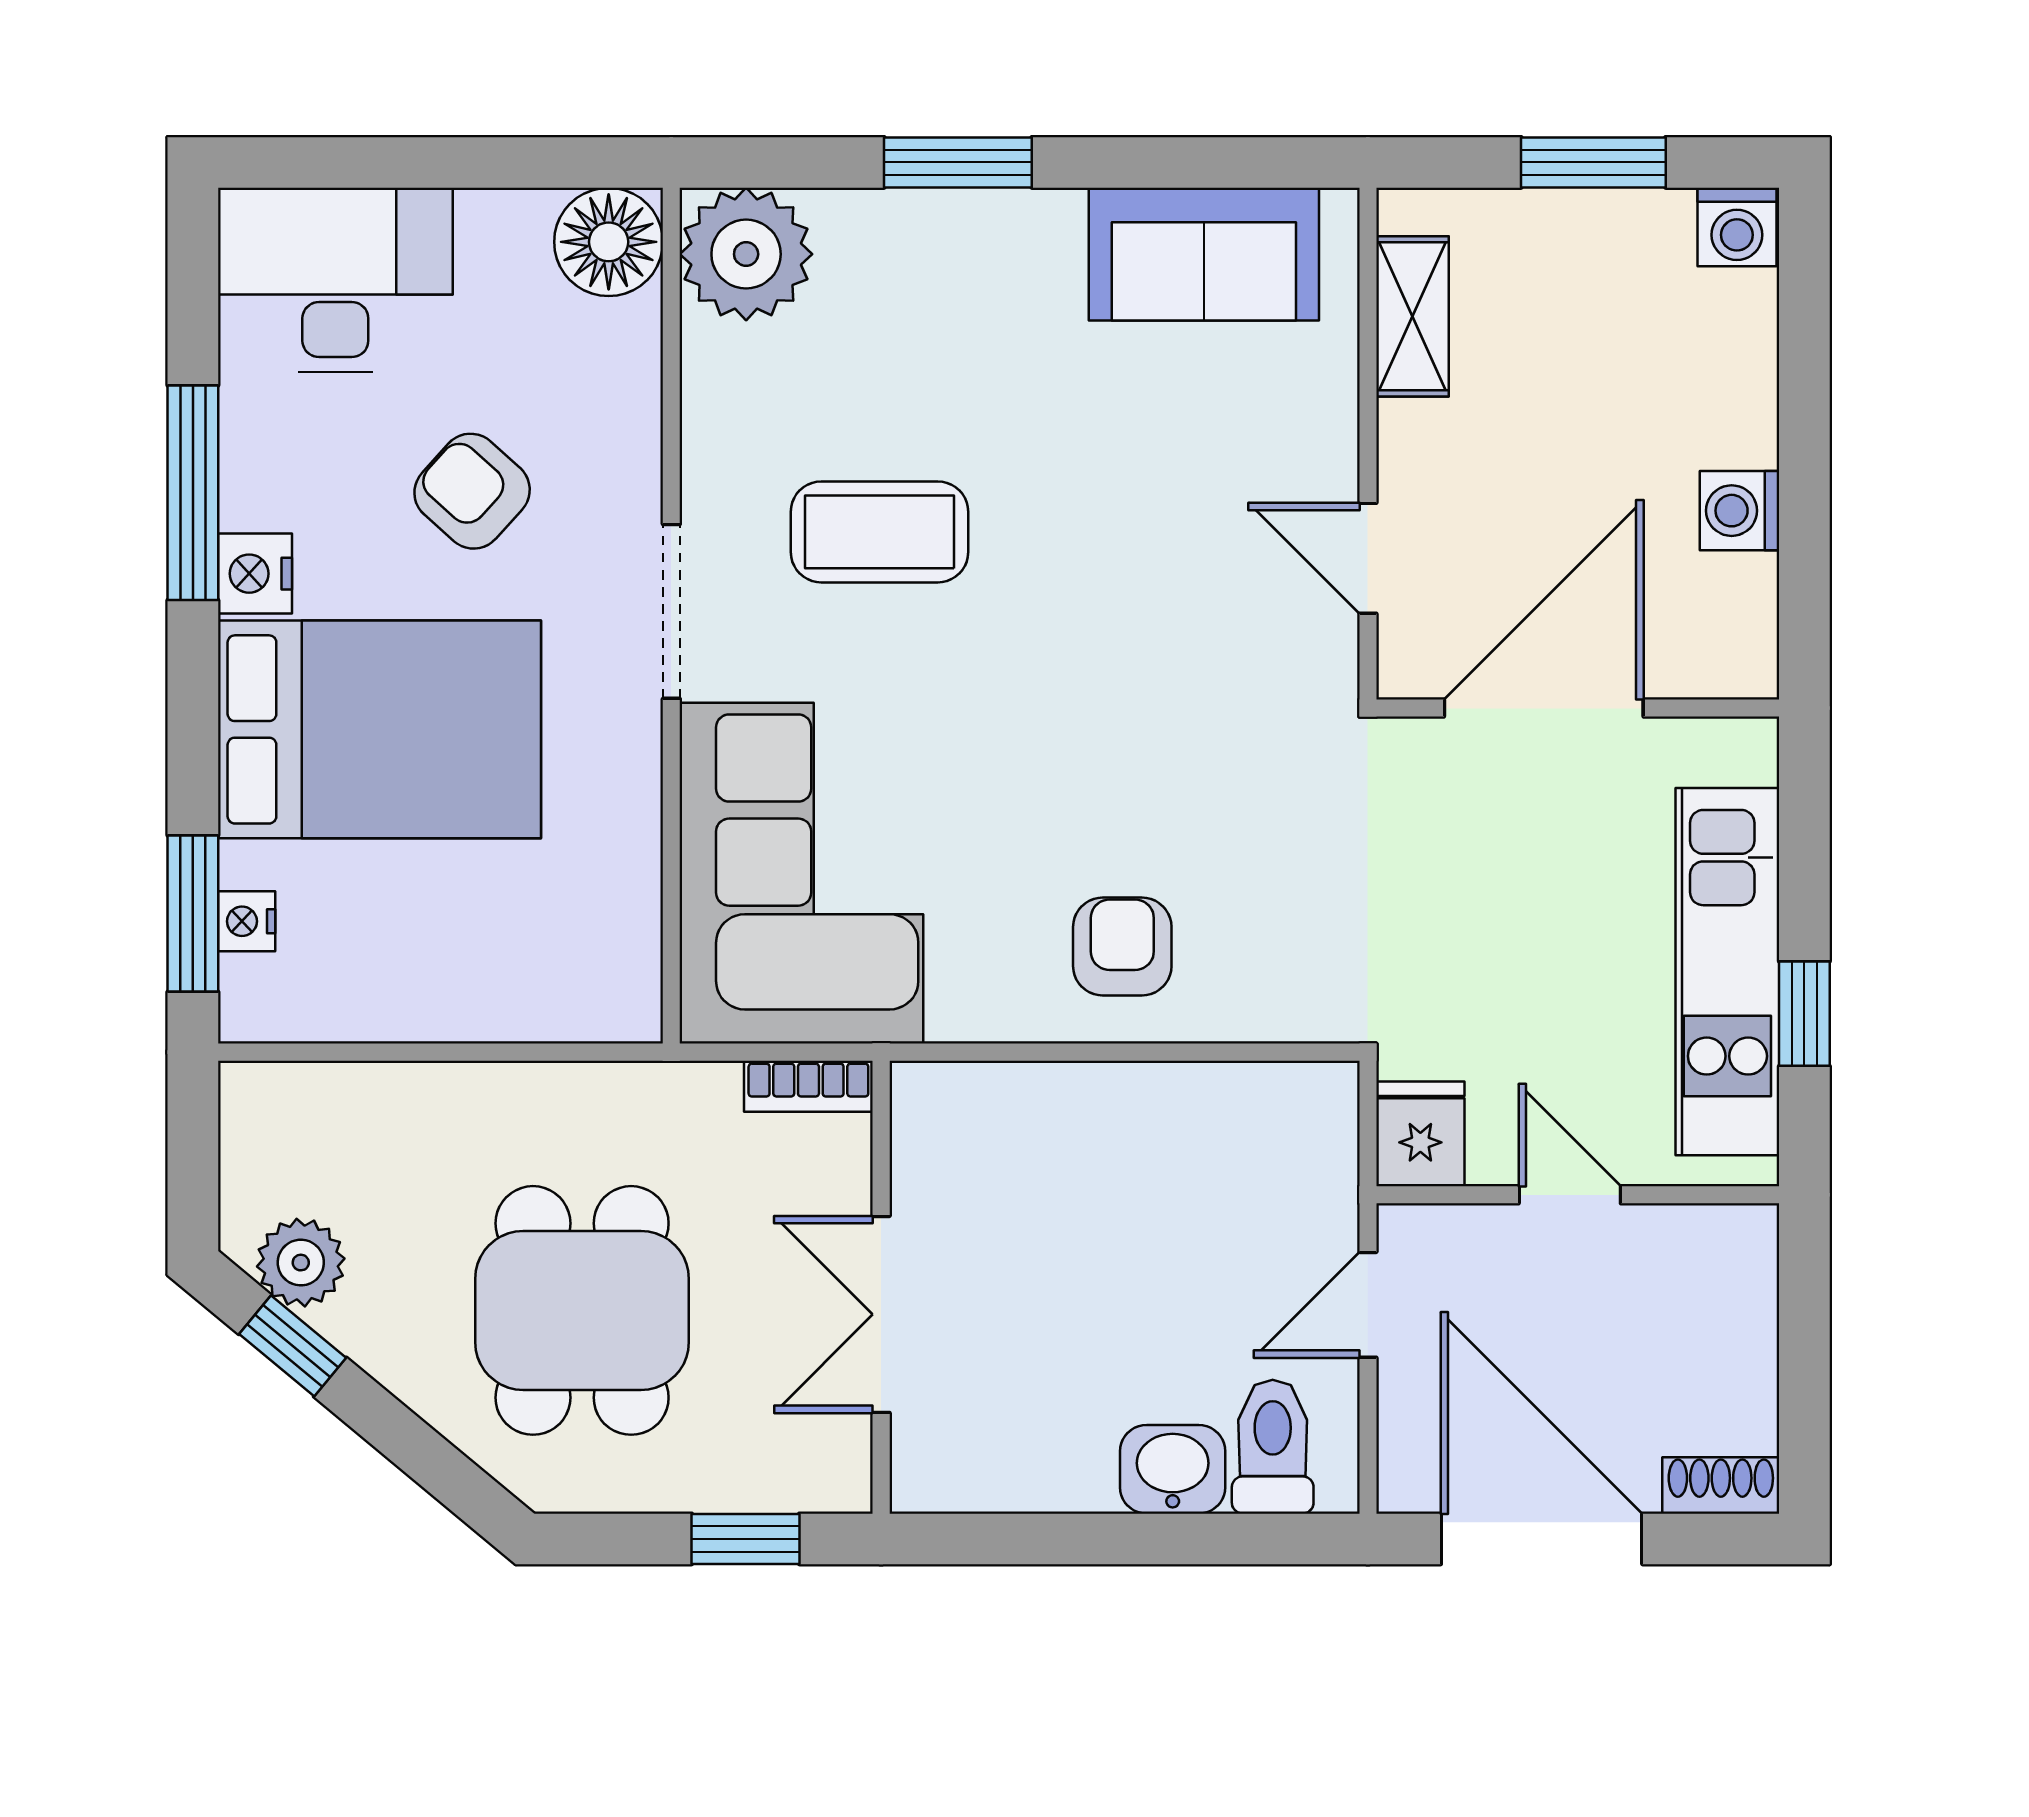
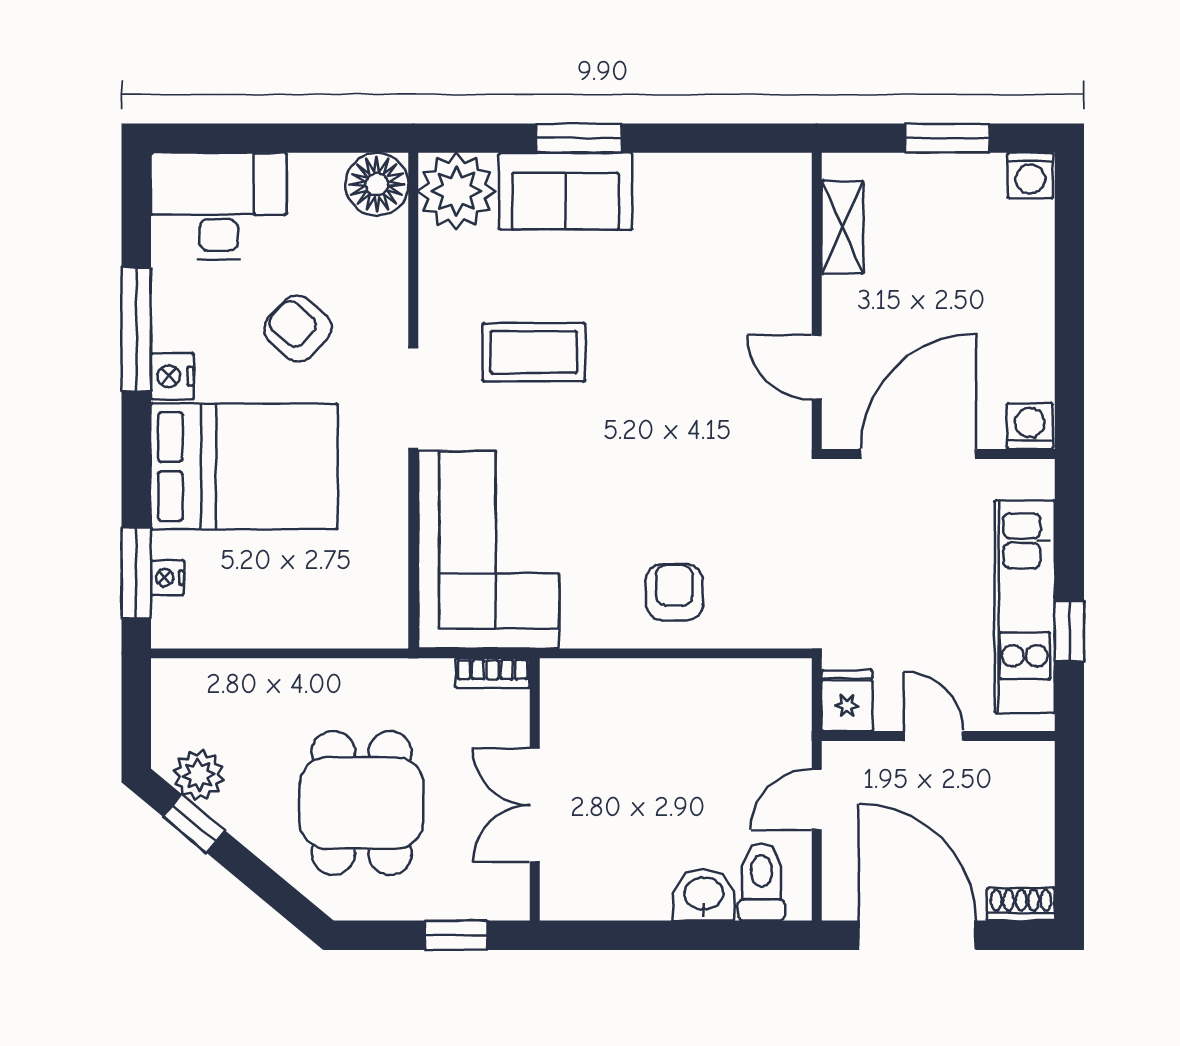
sofa: (1204, 254) -> (566, 191), moved
washing machine: (1740, 511) -> (1030, 426), moved, turned 90

